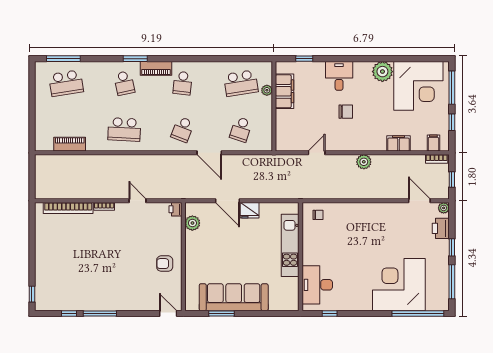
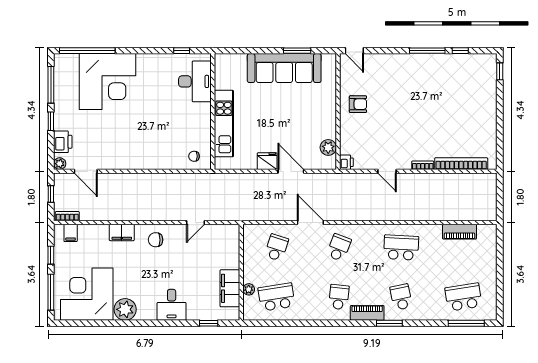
chair: (346, 112) -> (156, 240), moved
filing cabinet: (399, 143) -> (122, 232), moved
plant: (364, 162) -> (145, 213), removed

